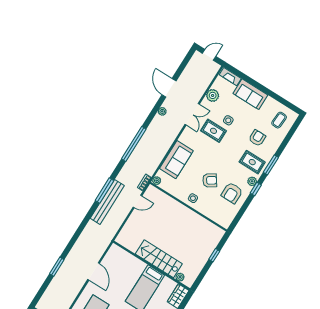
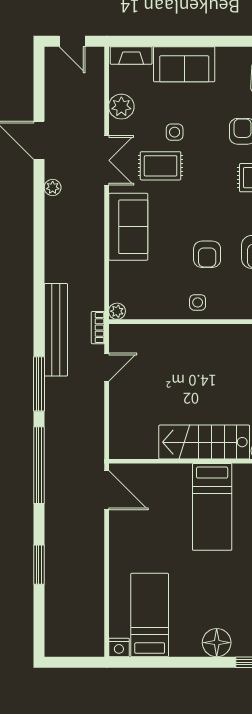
door: (209, 55) -> (72, 41), swing flipped
window: (134, 144) -> (39, 465), moved
sofa: (176, 160) -> (128, 227), moved
armchair: (210, 180) -> (207, 254), turned 124
bench: (107, 202) -> (56, 330), moved
door: (94, 271) -> (107, 490), moved

